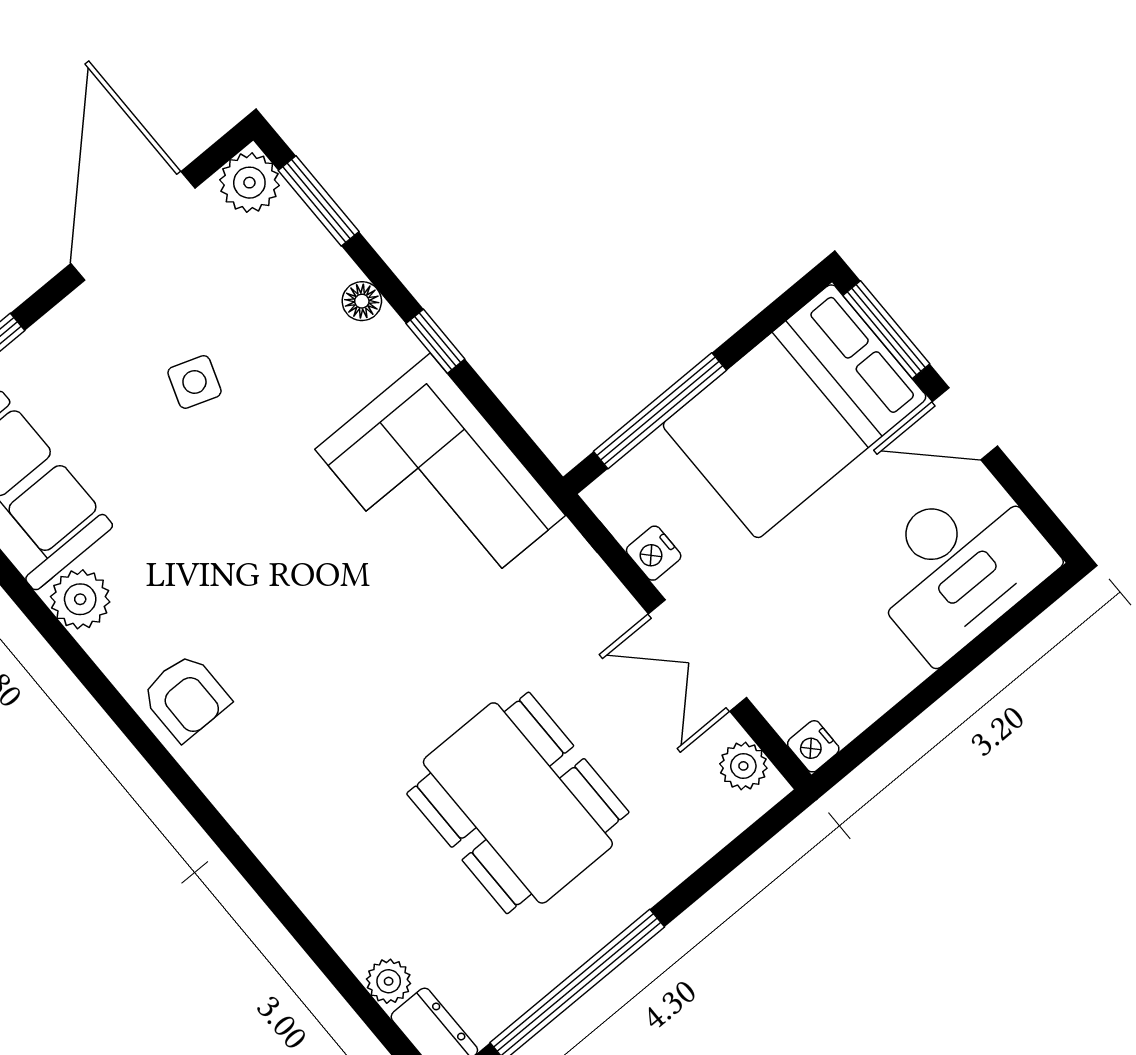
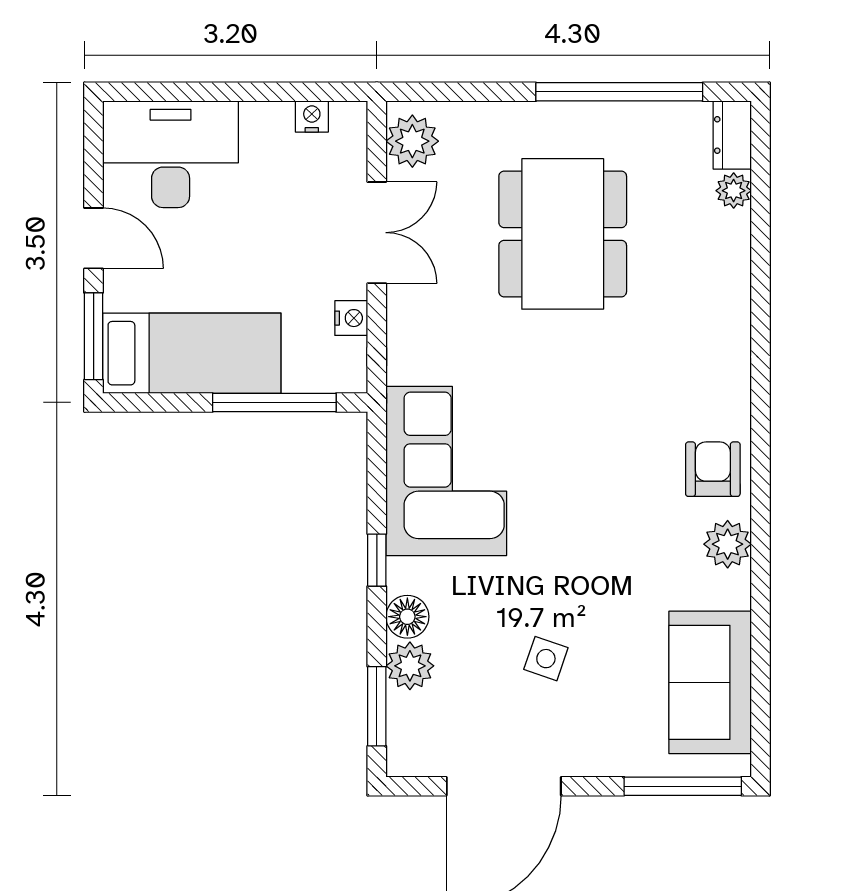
plant: (249, 183) -> (410, 666), moved
floor lamp: (362, 301) -> (407, 617), width x1.37, depth x1.37
bed: (795, 411) -> (192, 353), width x0.67
plant: (80, 599) -> (728, 544), moved
nightstand: (813, 746) -> (312, 116), moved, turned -90
plant: (743, 766) -> (412, 141), width x1.38, depth x1.38

